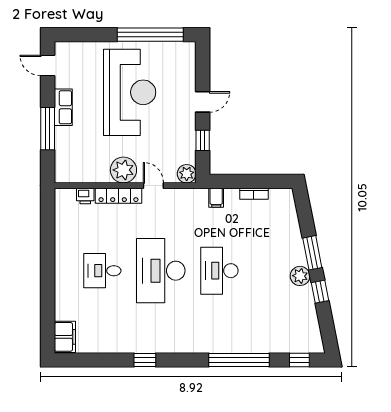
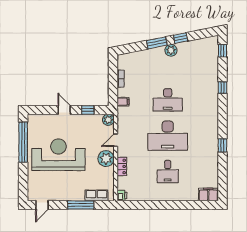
row of seats: (63, 107) -> (97, 195), moved
printer: (85, 196) -> (122, 195), moved
locker: (118, 196) -> (122, 166), width x0.66
window: (239, 360) -> (222, 88), width x0.32

